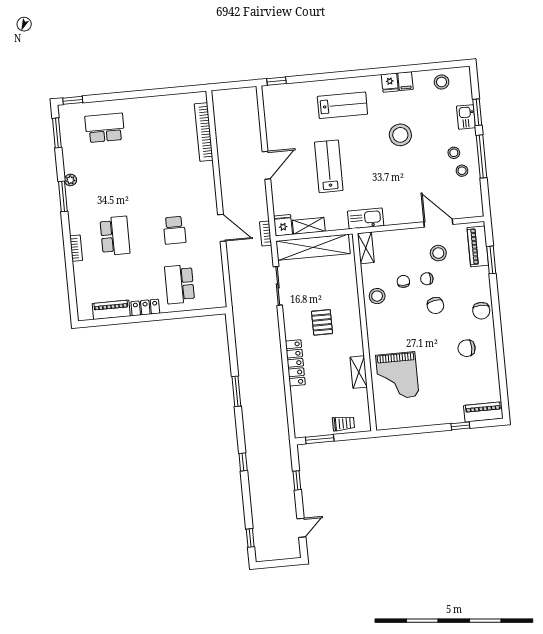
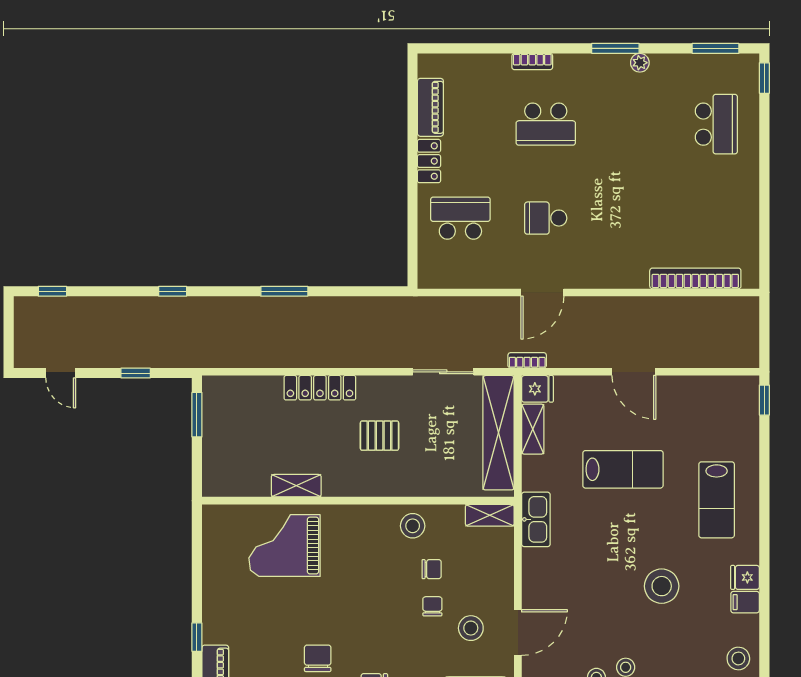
chair: (435, 306) -> (389, 616), removed
trolley: (343, 423) -> (218, 454), removed

